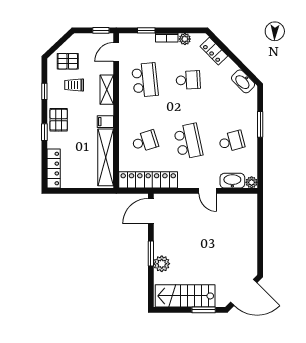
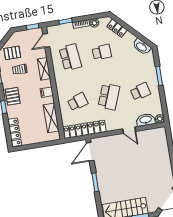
school desk: (188, 141) -> (109, 97), turned 33
shelving: (106, 157) -> (51, 118), width x0.68
plant: (162, 264) -> (104, 188), removed

